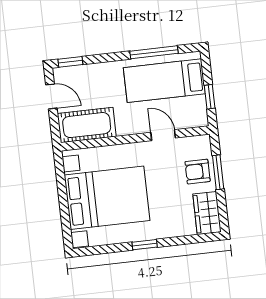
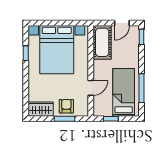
window: (145, 245) -> (26, 53), moved

